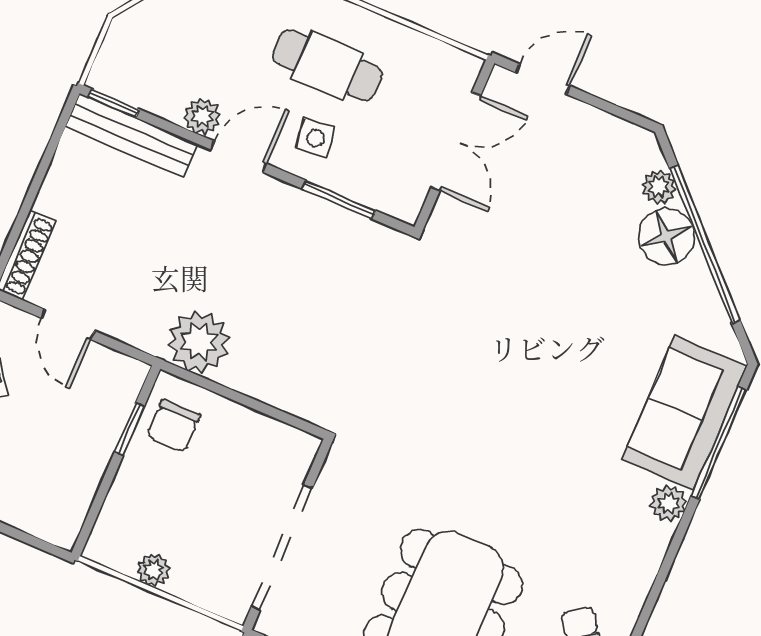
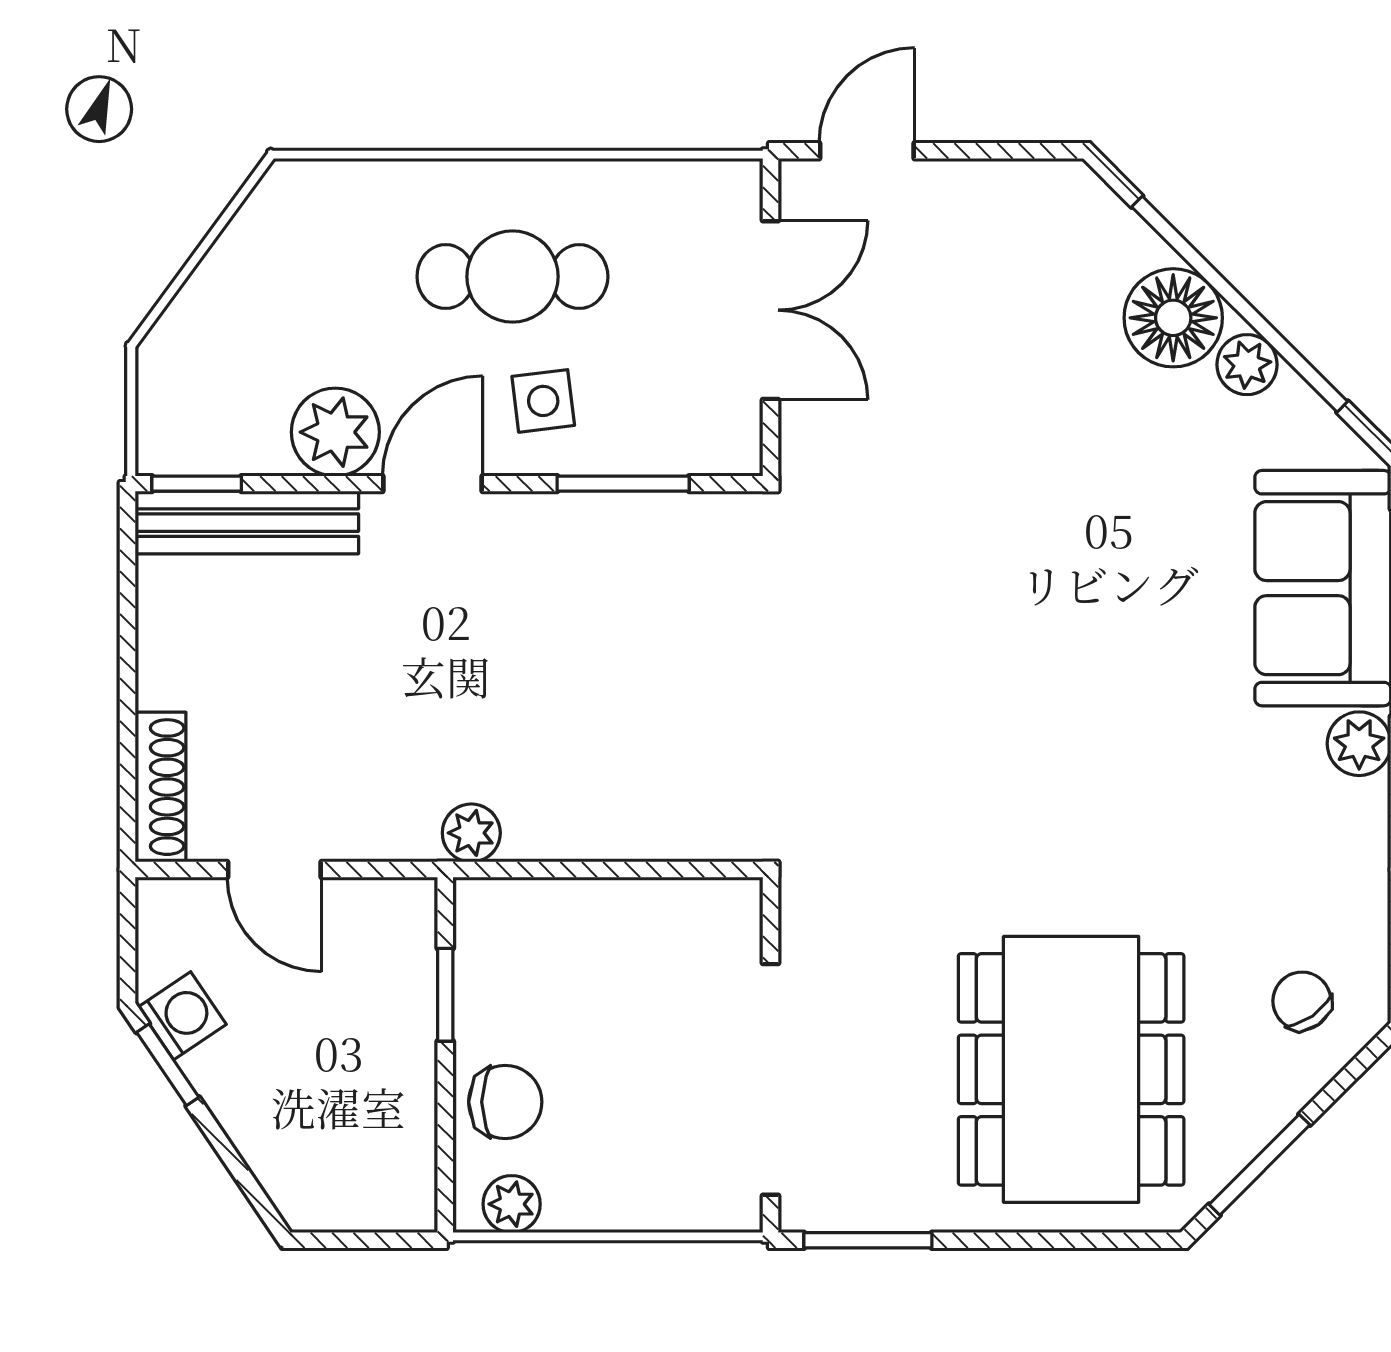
plant: (202, 116) -> (335, 432), width x1.38, depth x1.38
plant: (659, 187) -> (1247, 365), moved
plant: (199, 342) -> (471, 833), width x0.53, depth x0.53
chair: (174, 426) -> (505, 1102), moved, turned -90
plant: (153, 570) -> (512, 1204), moved

